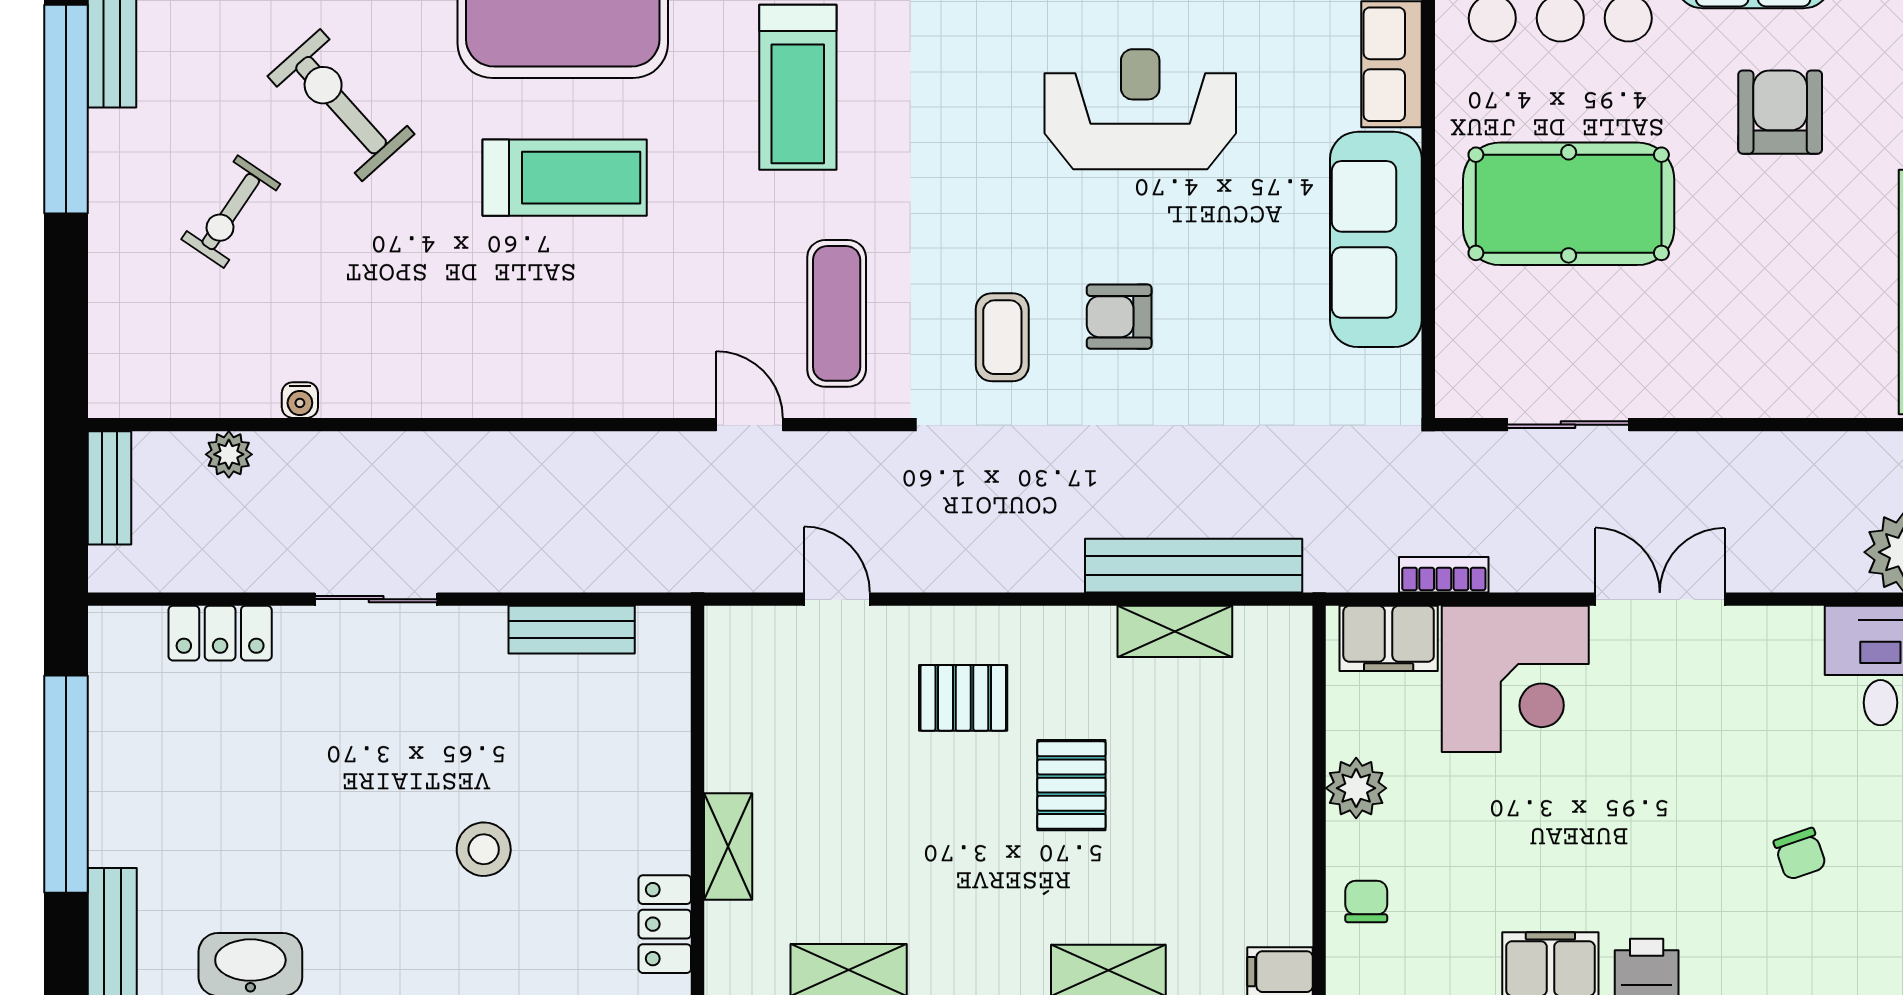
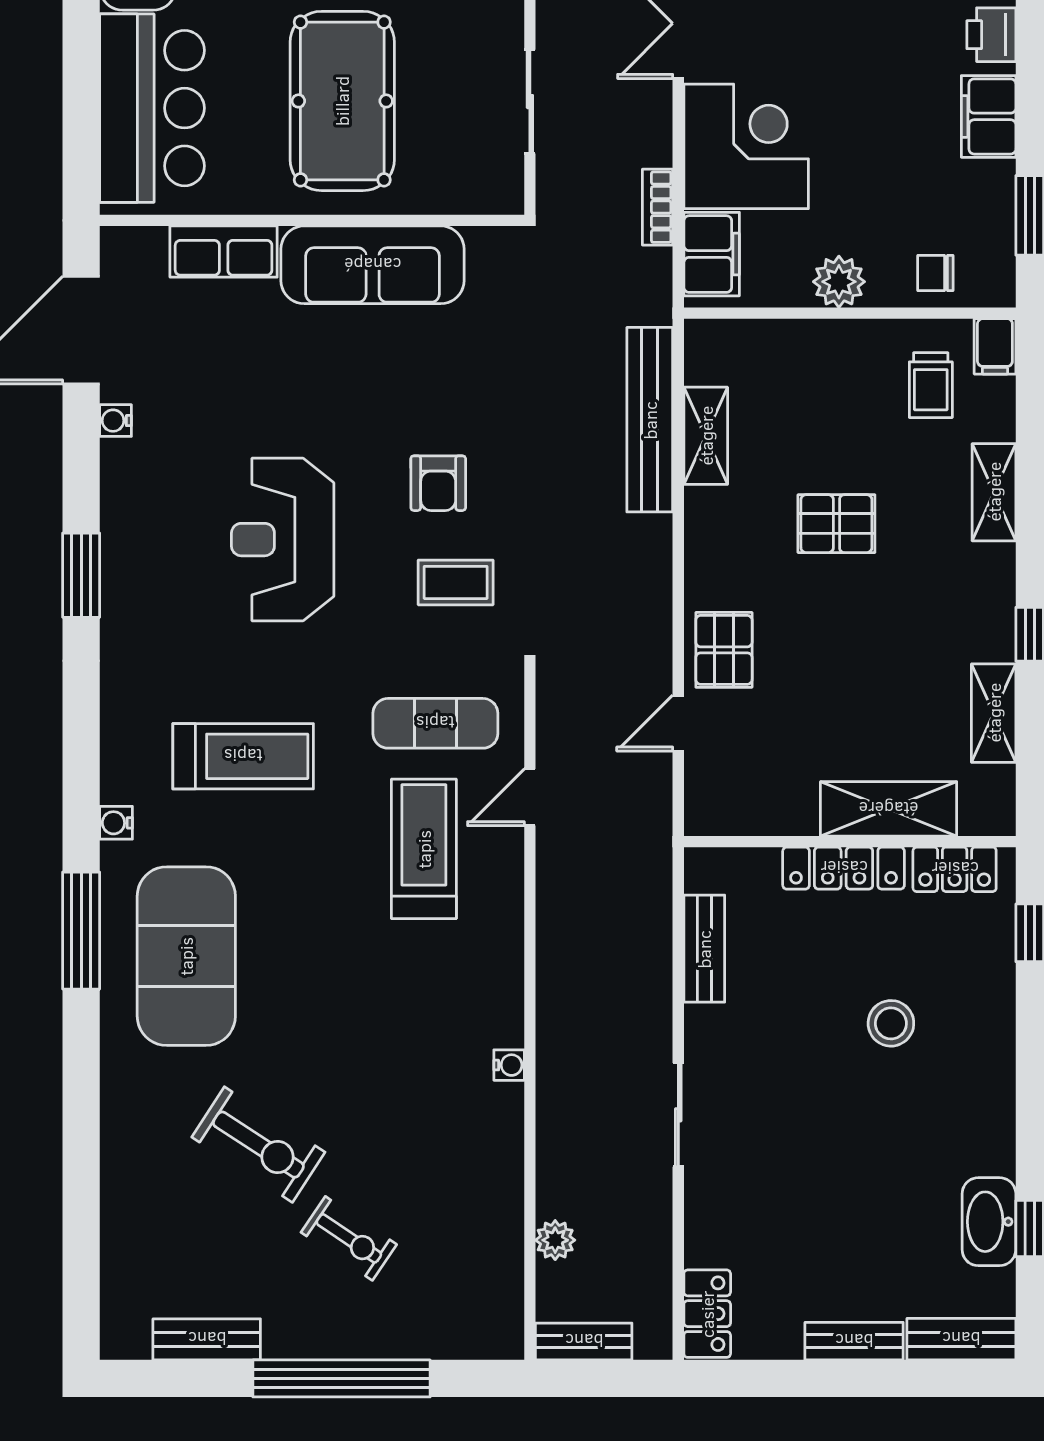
exercise bike: (341, 105) -> (258, 1145), turned -105
window: (66, 109) -> (341, 1378), moved
reception desk: (1140, 109) -> (283, 540), moved
treadmill: (565, 178) -> (424, 849), moved
water cooler: (300, 400) -> (509, 1065), moved
locker: (220, 633) -> (707, 1314), moved
pallet: (963, 698) -> (724, 650), moved
window: (66, 784) -> (836, 1378), removed
locker: (666, 794) -> (844, 868), added
bench: (110, 806) -> (854, 1341), added
shelving: (728, 847) -> (889, 809), width x1.50, depth x1.33
trolley: (1234, 896) -> (931, 385), added

